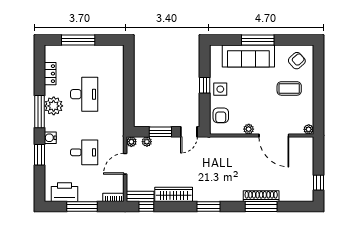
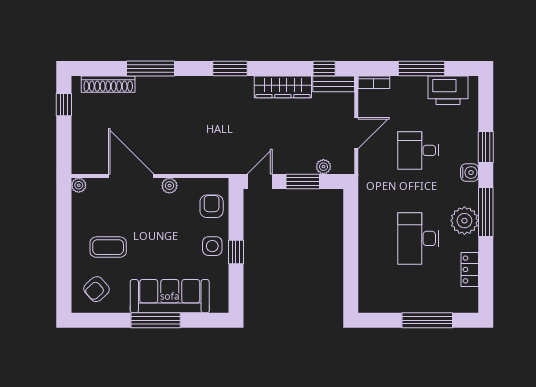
plant: (131, 142) -> (347, 166), removed
shoe rack: (261, 196) -> (108, 84), moved

